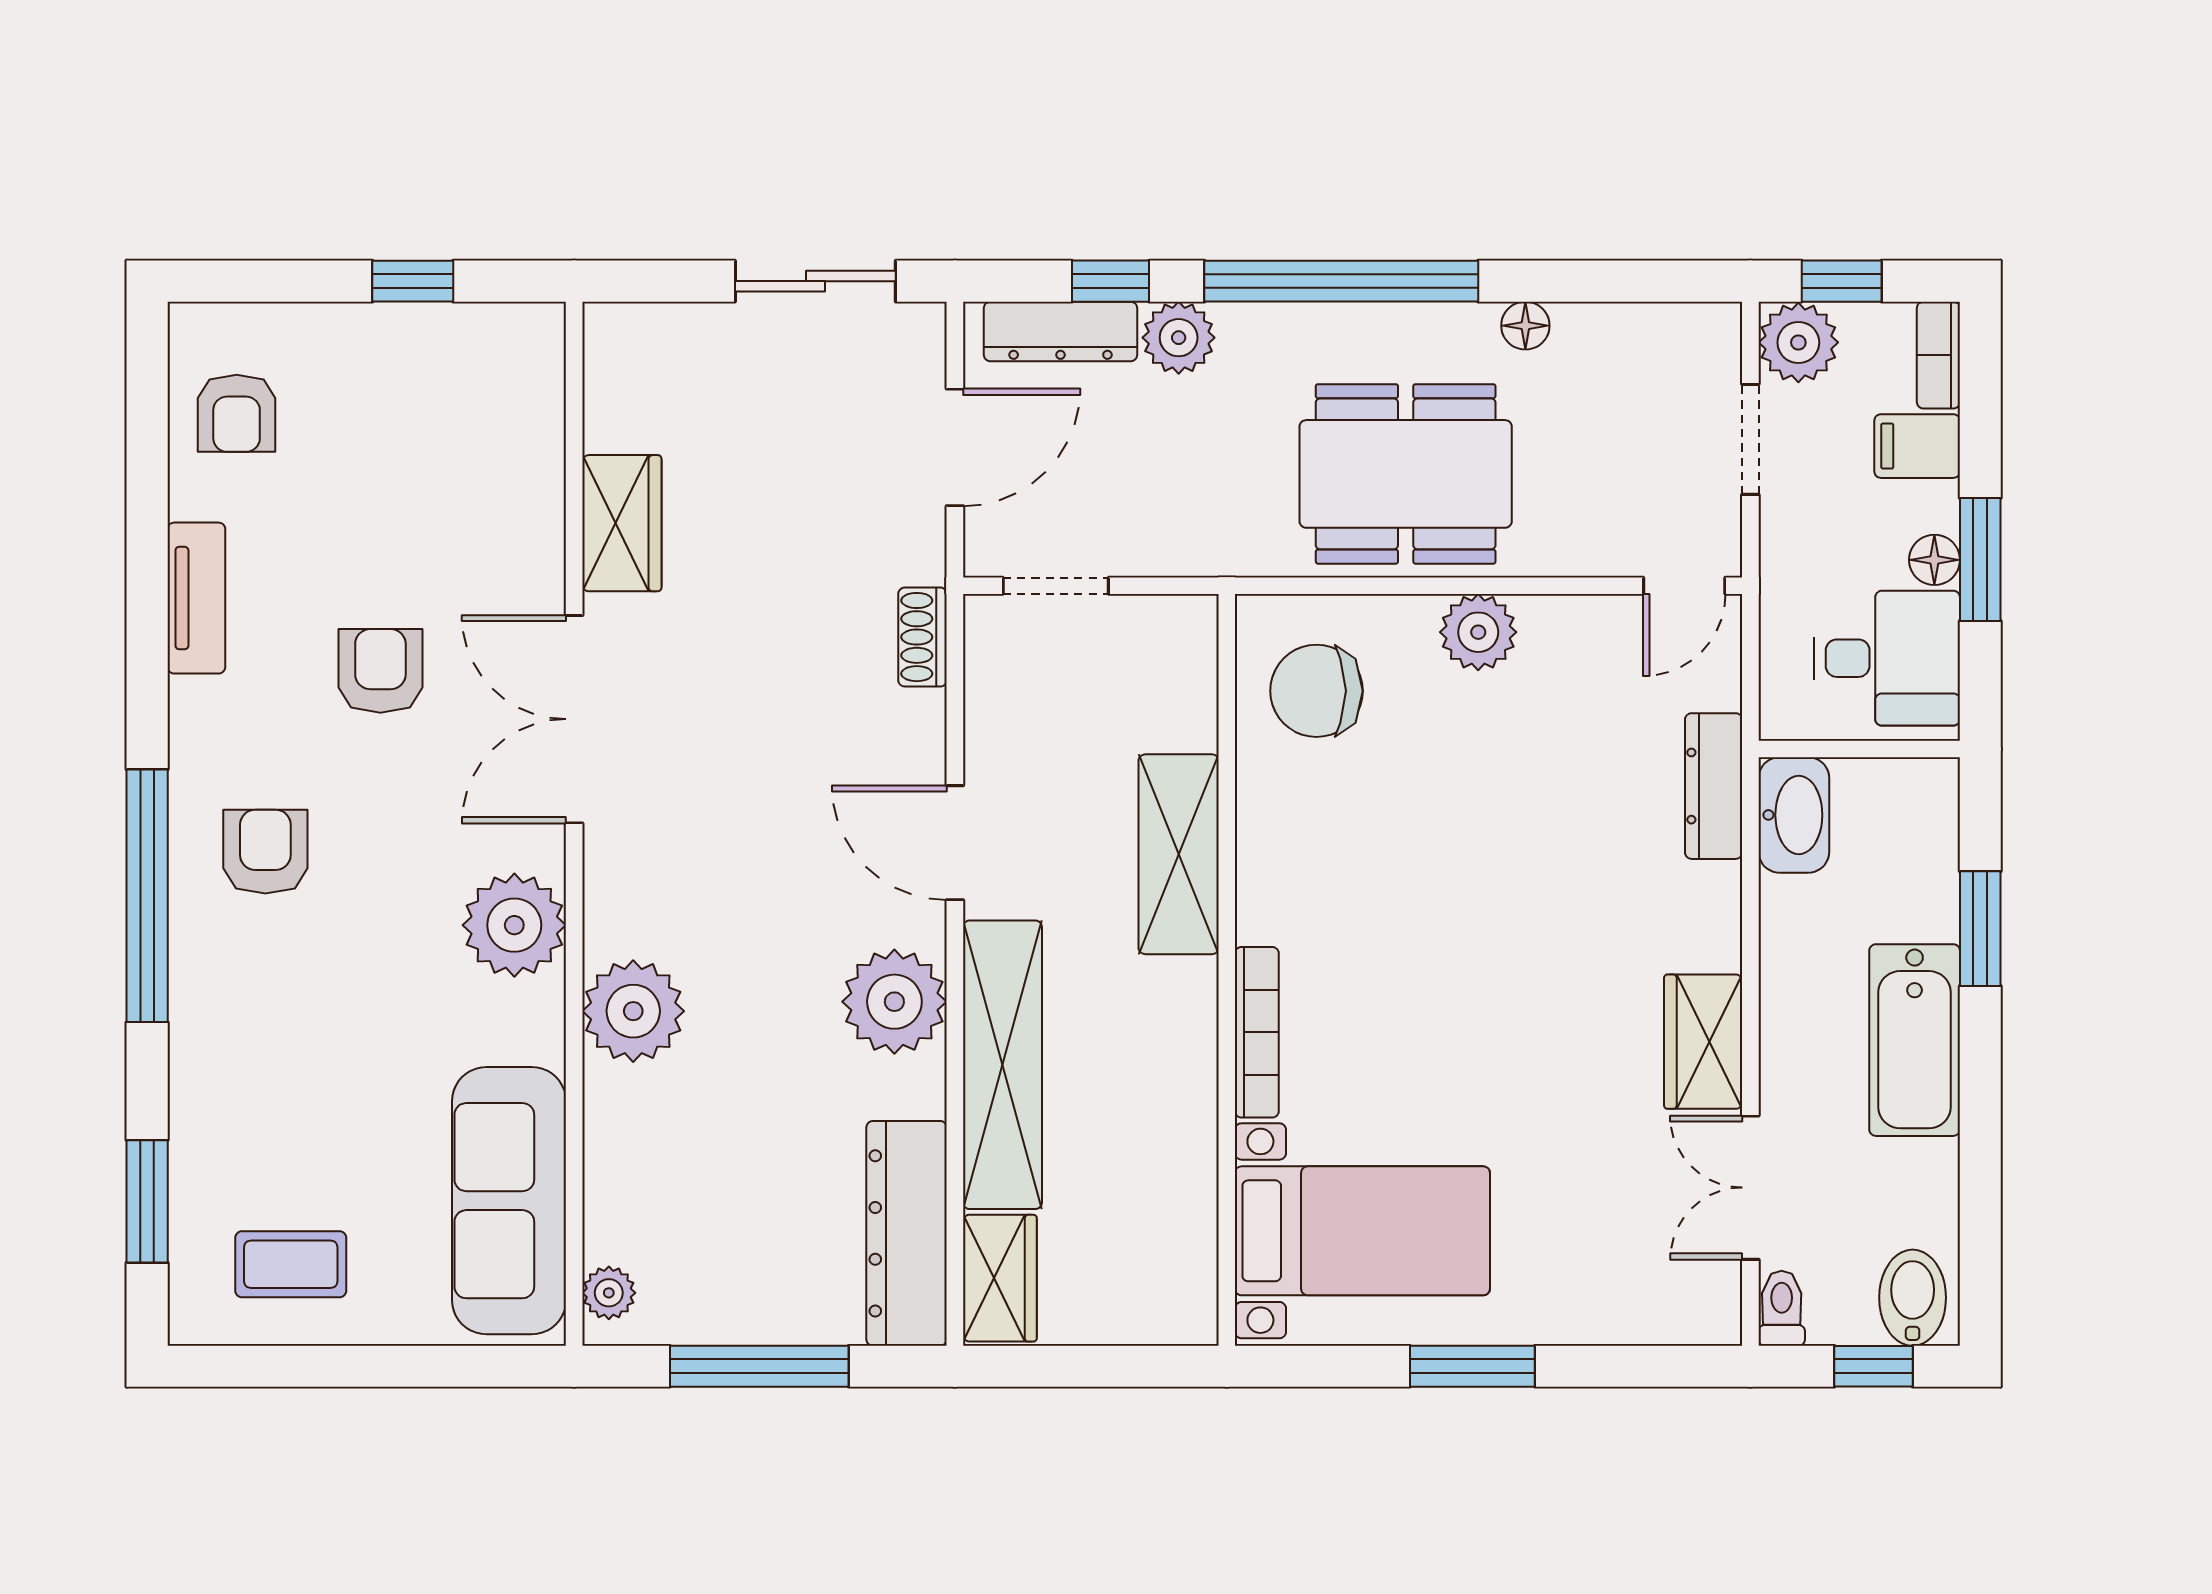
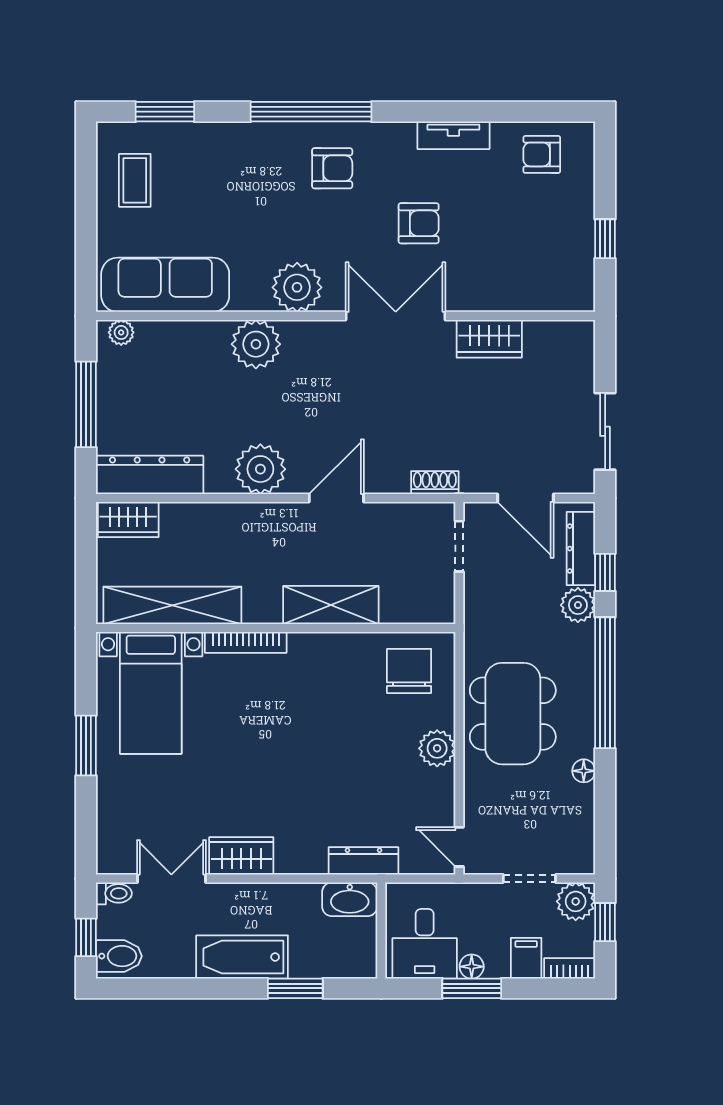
shelving: (1002, 1065) -> (172, 605), moved

